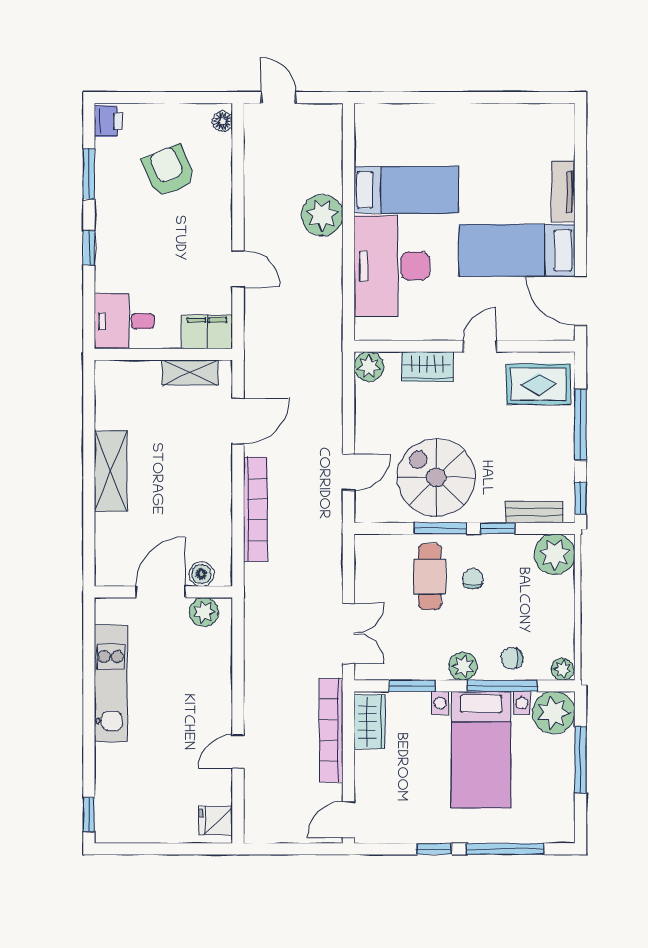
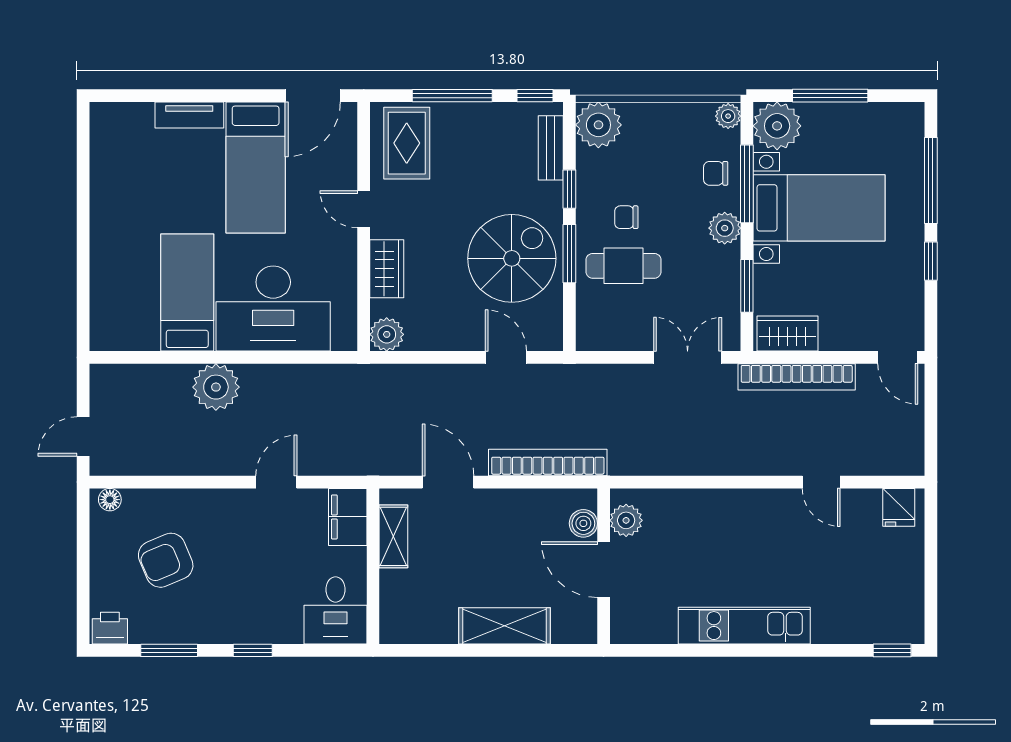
spiral stairs: (436, 477) -> (512, 258), turned 180
boiler: (201, 574) -> (583, 523), moved
door: (160, 592) -> (604, 570), moved
wall: (163, 592) -> (604, 566), moved
plant: (204, 612) -> (626, 520), moved
chair: (512, 658) -> (716, 173), turned 90

